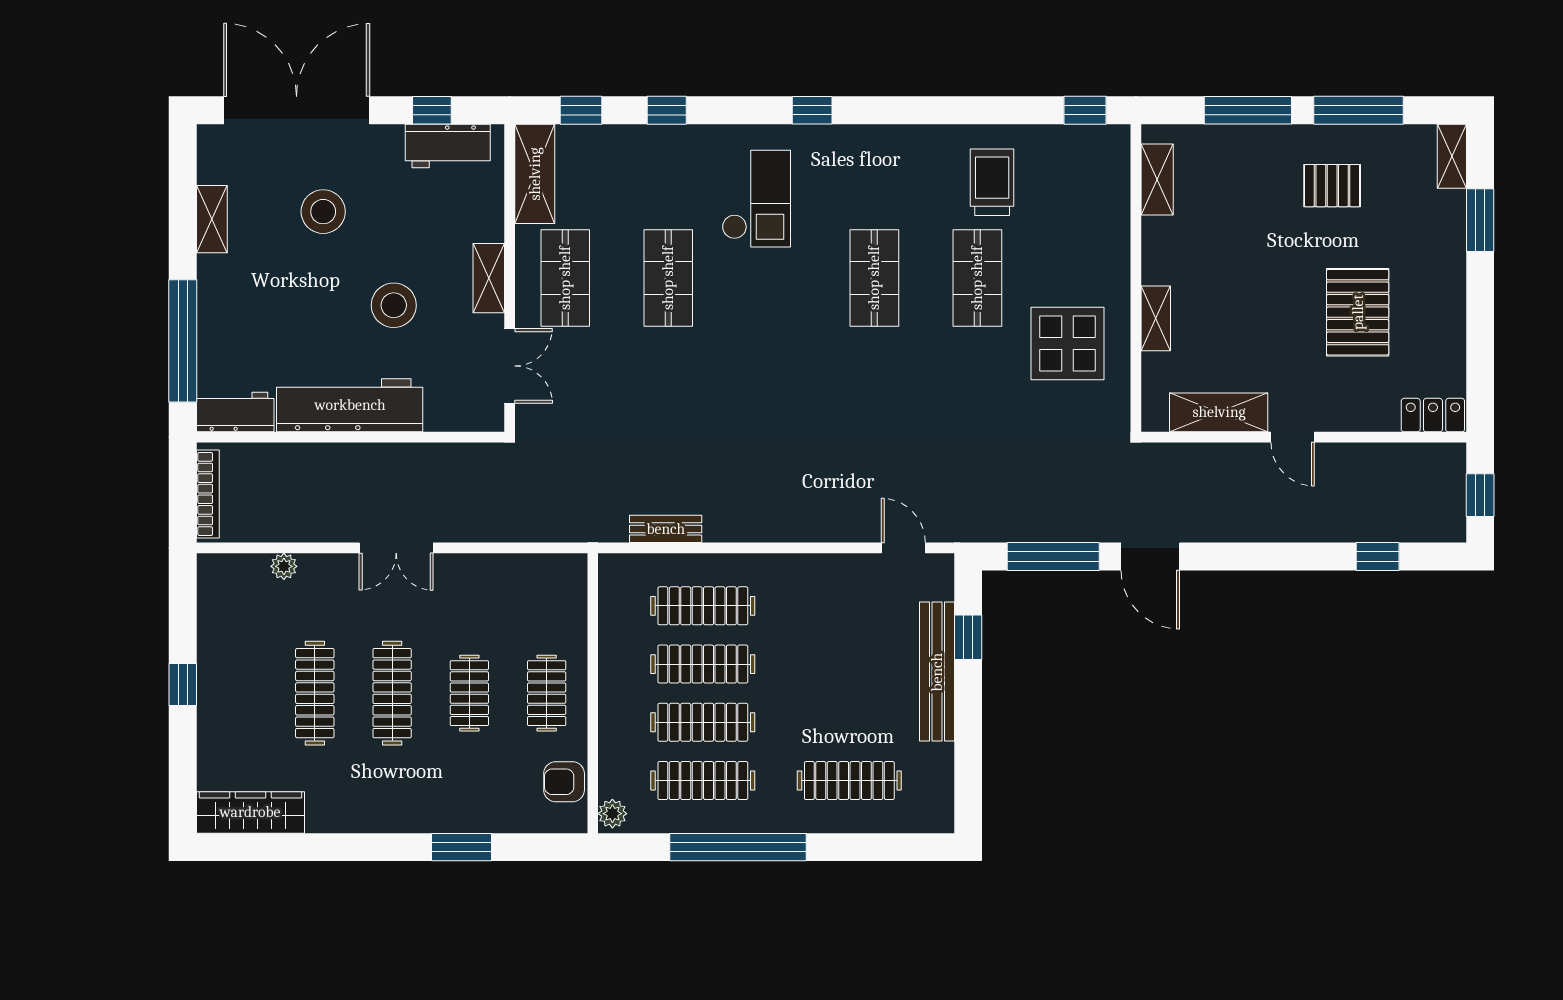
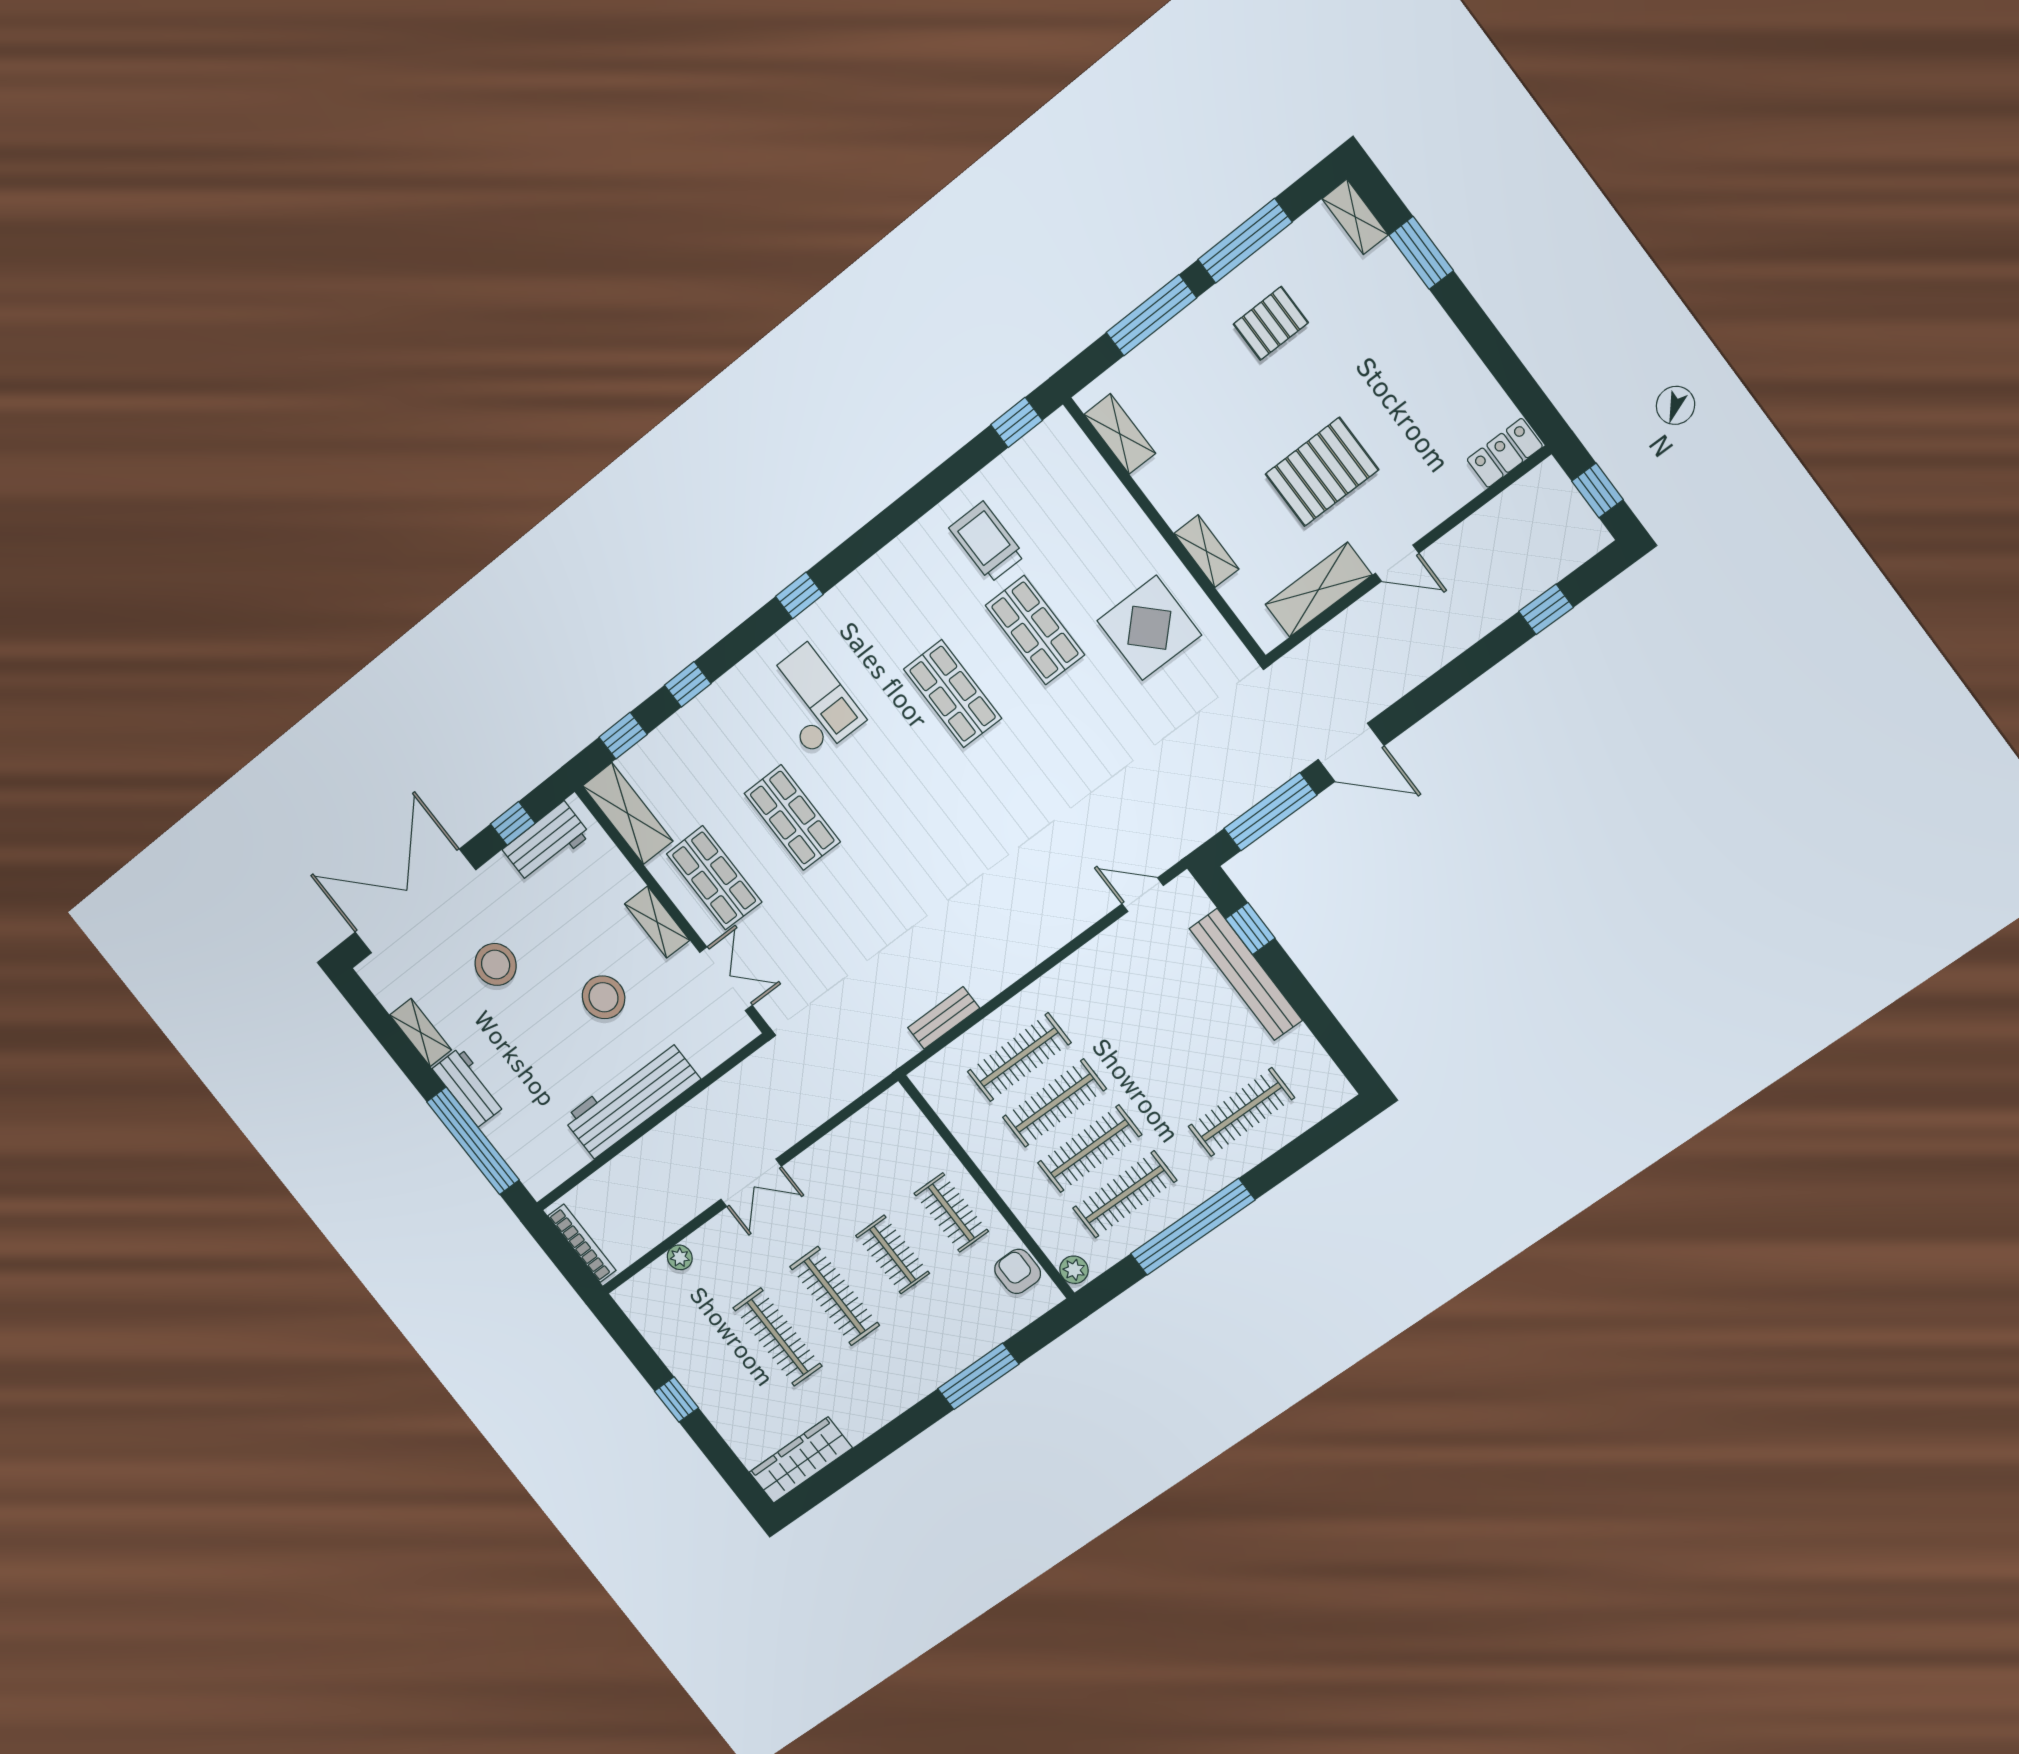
pallet: (1358, 312) -> (1322, 472), moved, turned 90
workbench: (235, 412) -> (469, 1087), moved, turned 90
armchair: (564, 782) -> (1018, 1271), turned 90
window: (461, 847) -> (978, 1376), width x1.44

